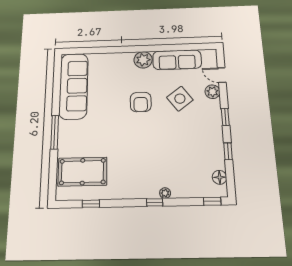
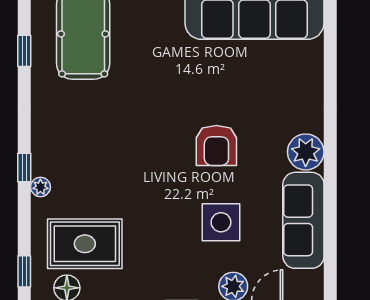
side table: (180, 99) -> (221, 222), turned 37
armchair: (141, 102) -> (216, 146), turned -90
rug: (195, 168) -> (85, 244), added

